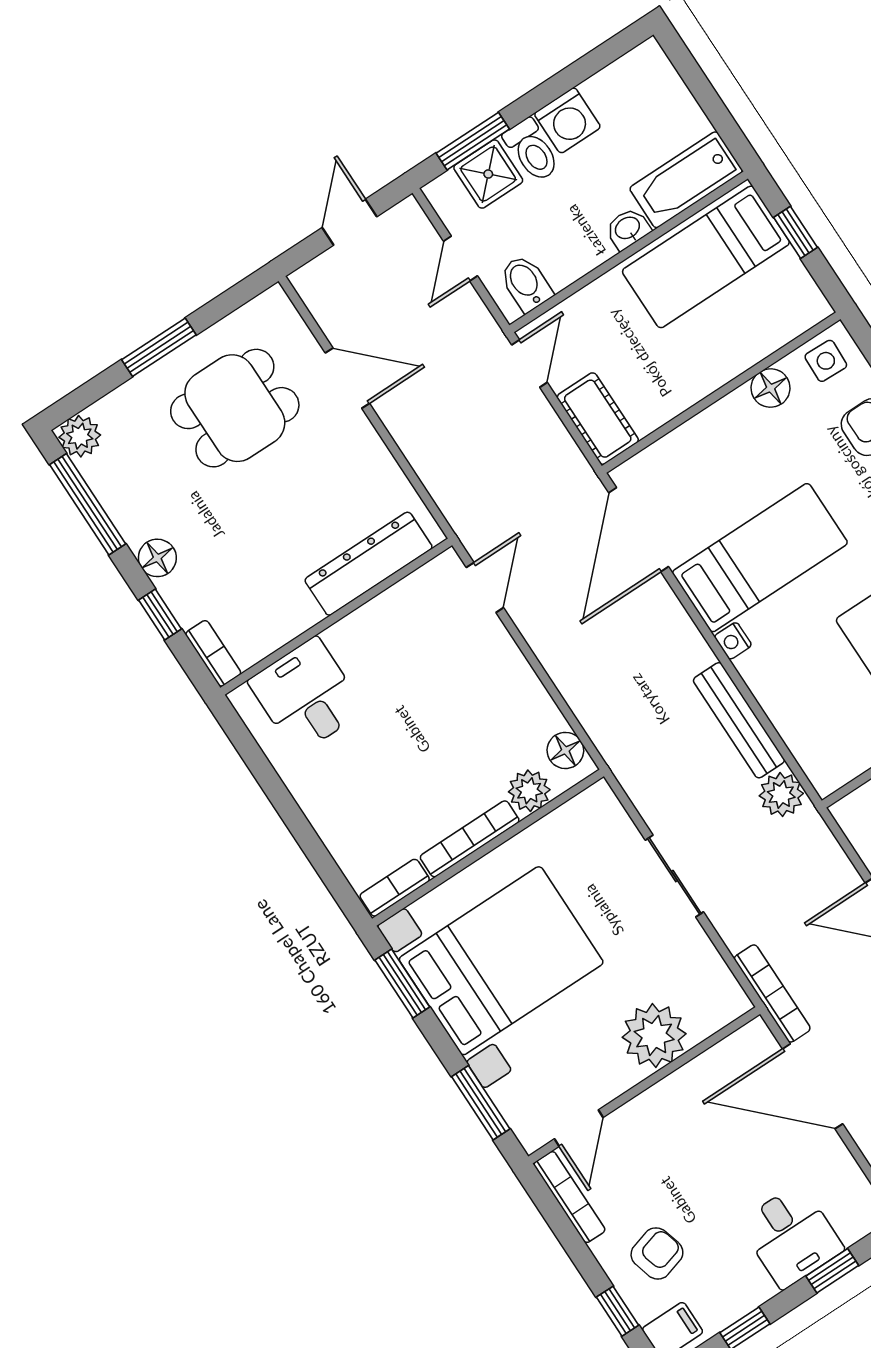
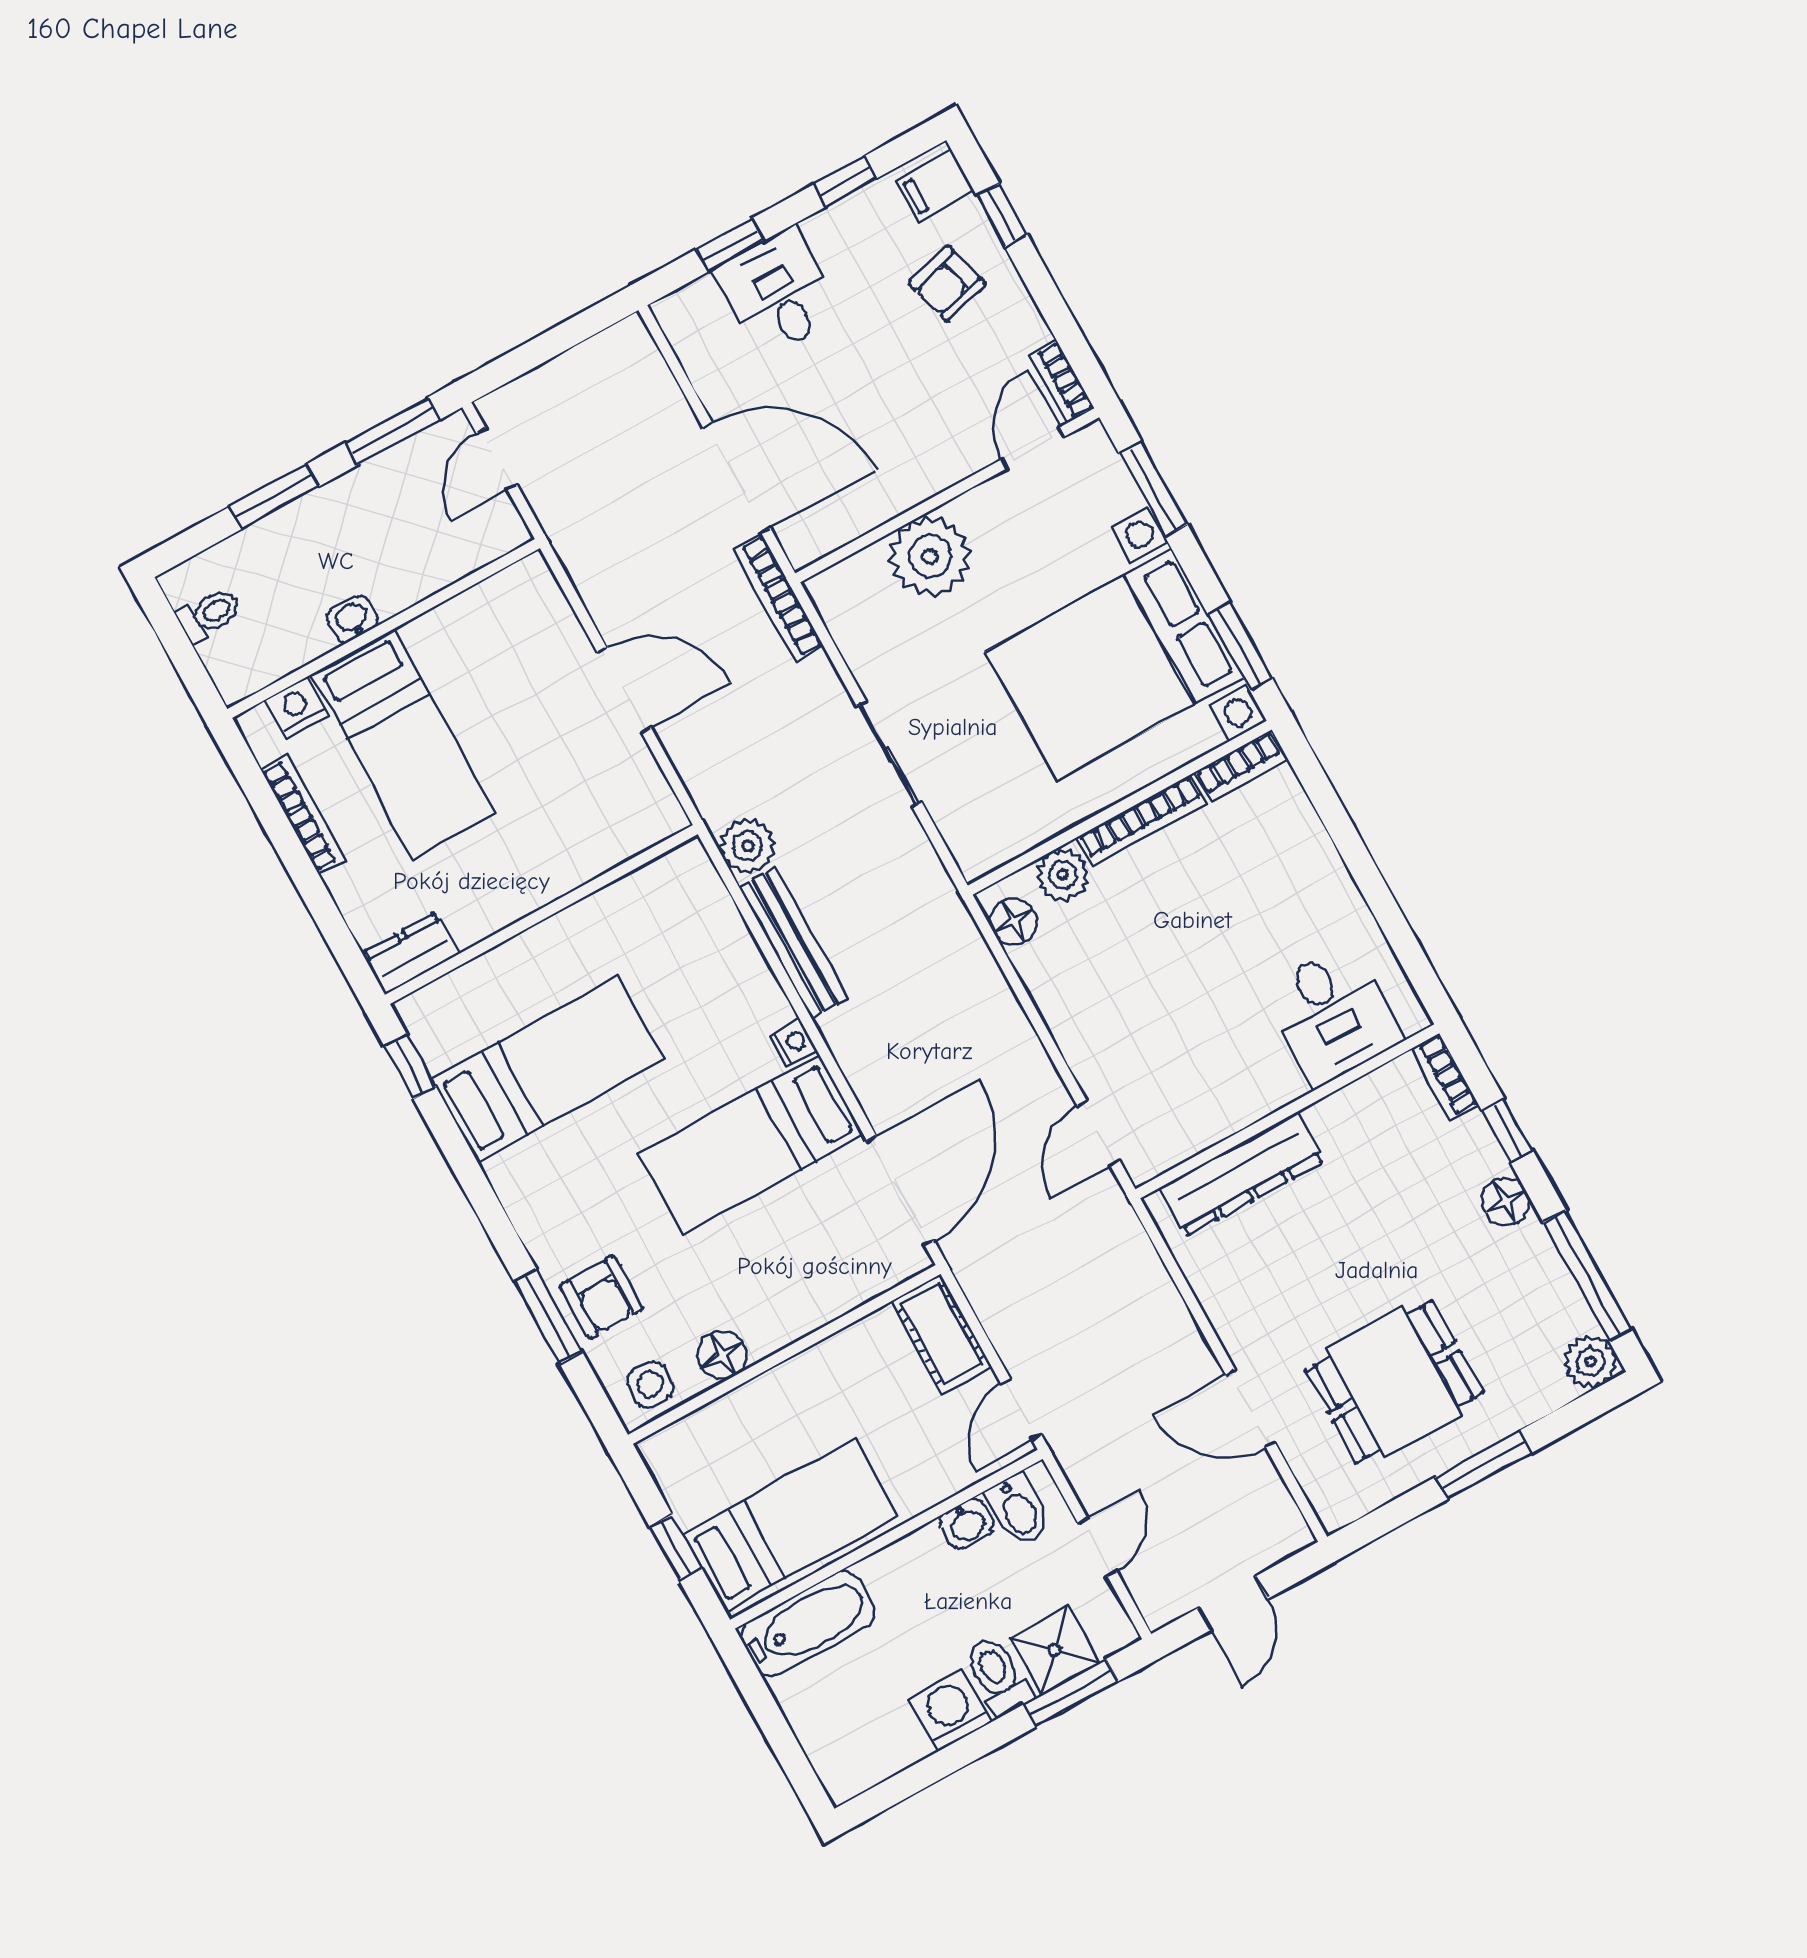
washbasin: (628, 229) -> (967, 1523), moved
bookcase: (569, 1197) -> (1062, 382), width x0.64

